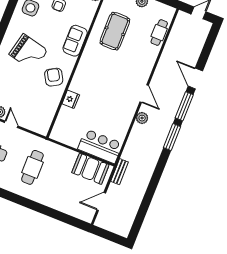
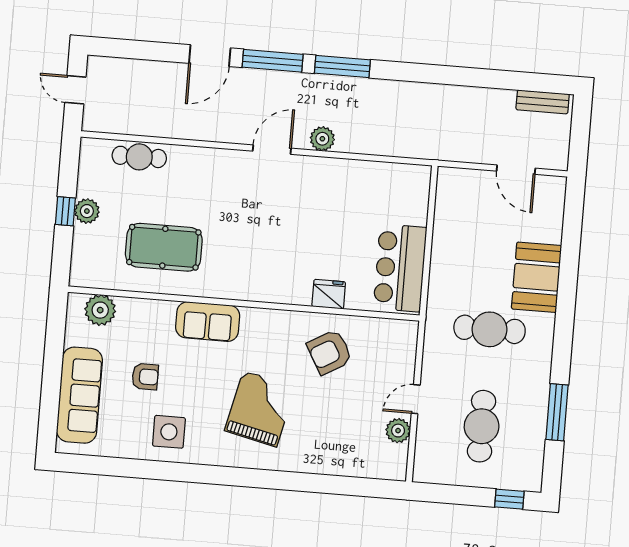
armchair: (54, 77) -> (330, 352), moved
bar counter: (100, 146) -> (400, 268), moved
booth: (90, 169) -> (537, 277), moved
bench: (119, 172) -> (543, 102), moved

